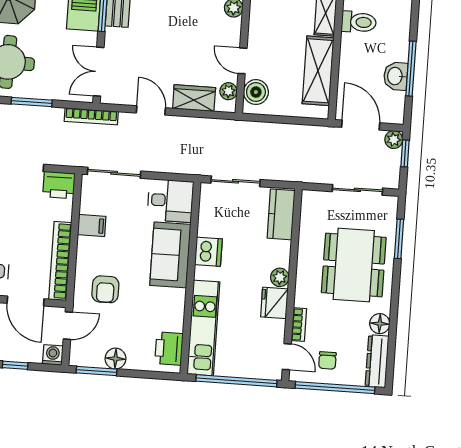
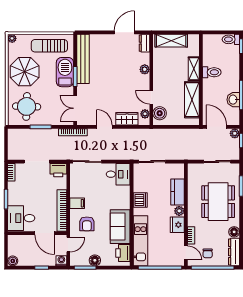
kitchen counter: (281, 214) -> (178, 192), moved
filing cabinet: (92, 225) -> (77, 203), moved
sofa: (170, 255) -> (120, 227), moved

